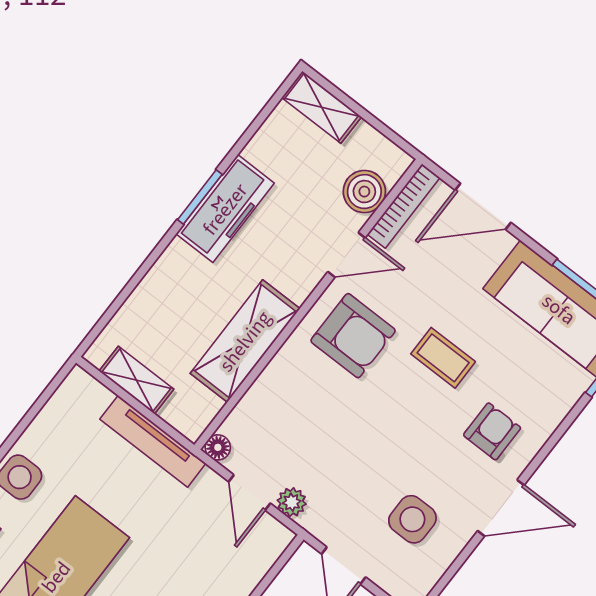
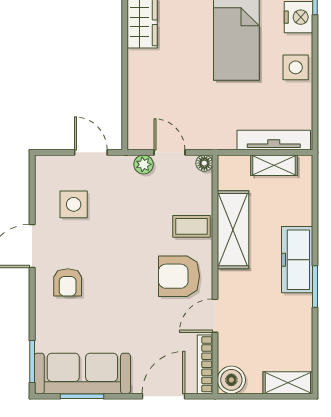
boiler: (364, 192) -> (231, 380), moved
freezer: (225, 209) -> (297, 260), moved
coffee table: (443, 358) -> (192, 226), moved
tv unit: (153, 441) -> (274, 140), moved

